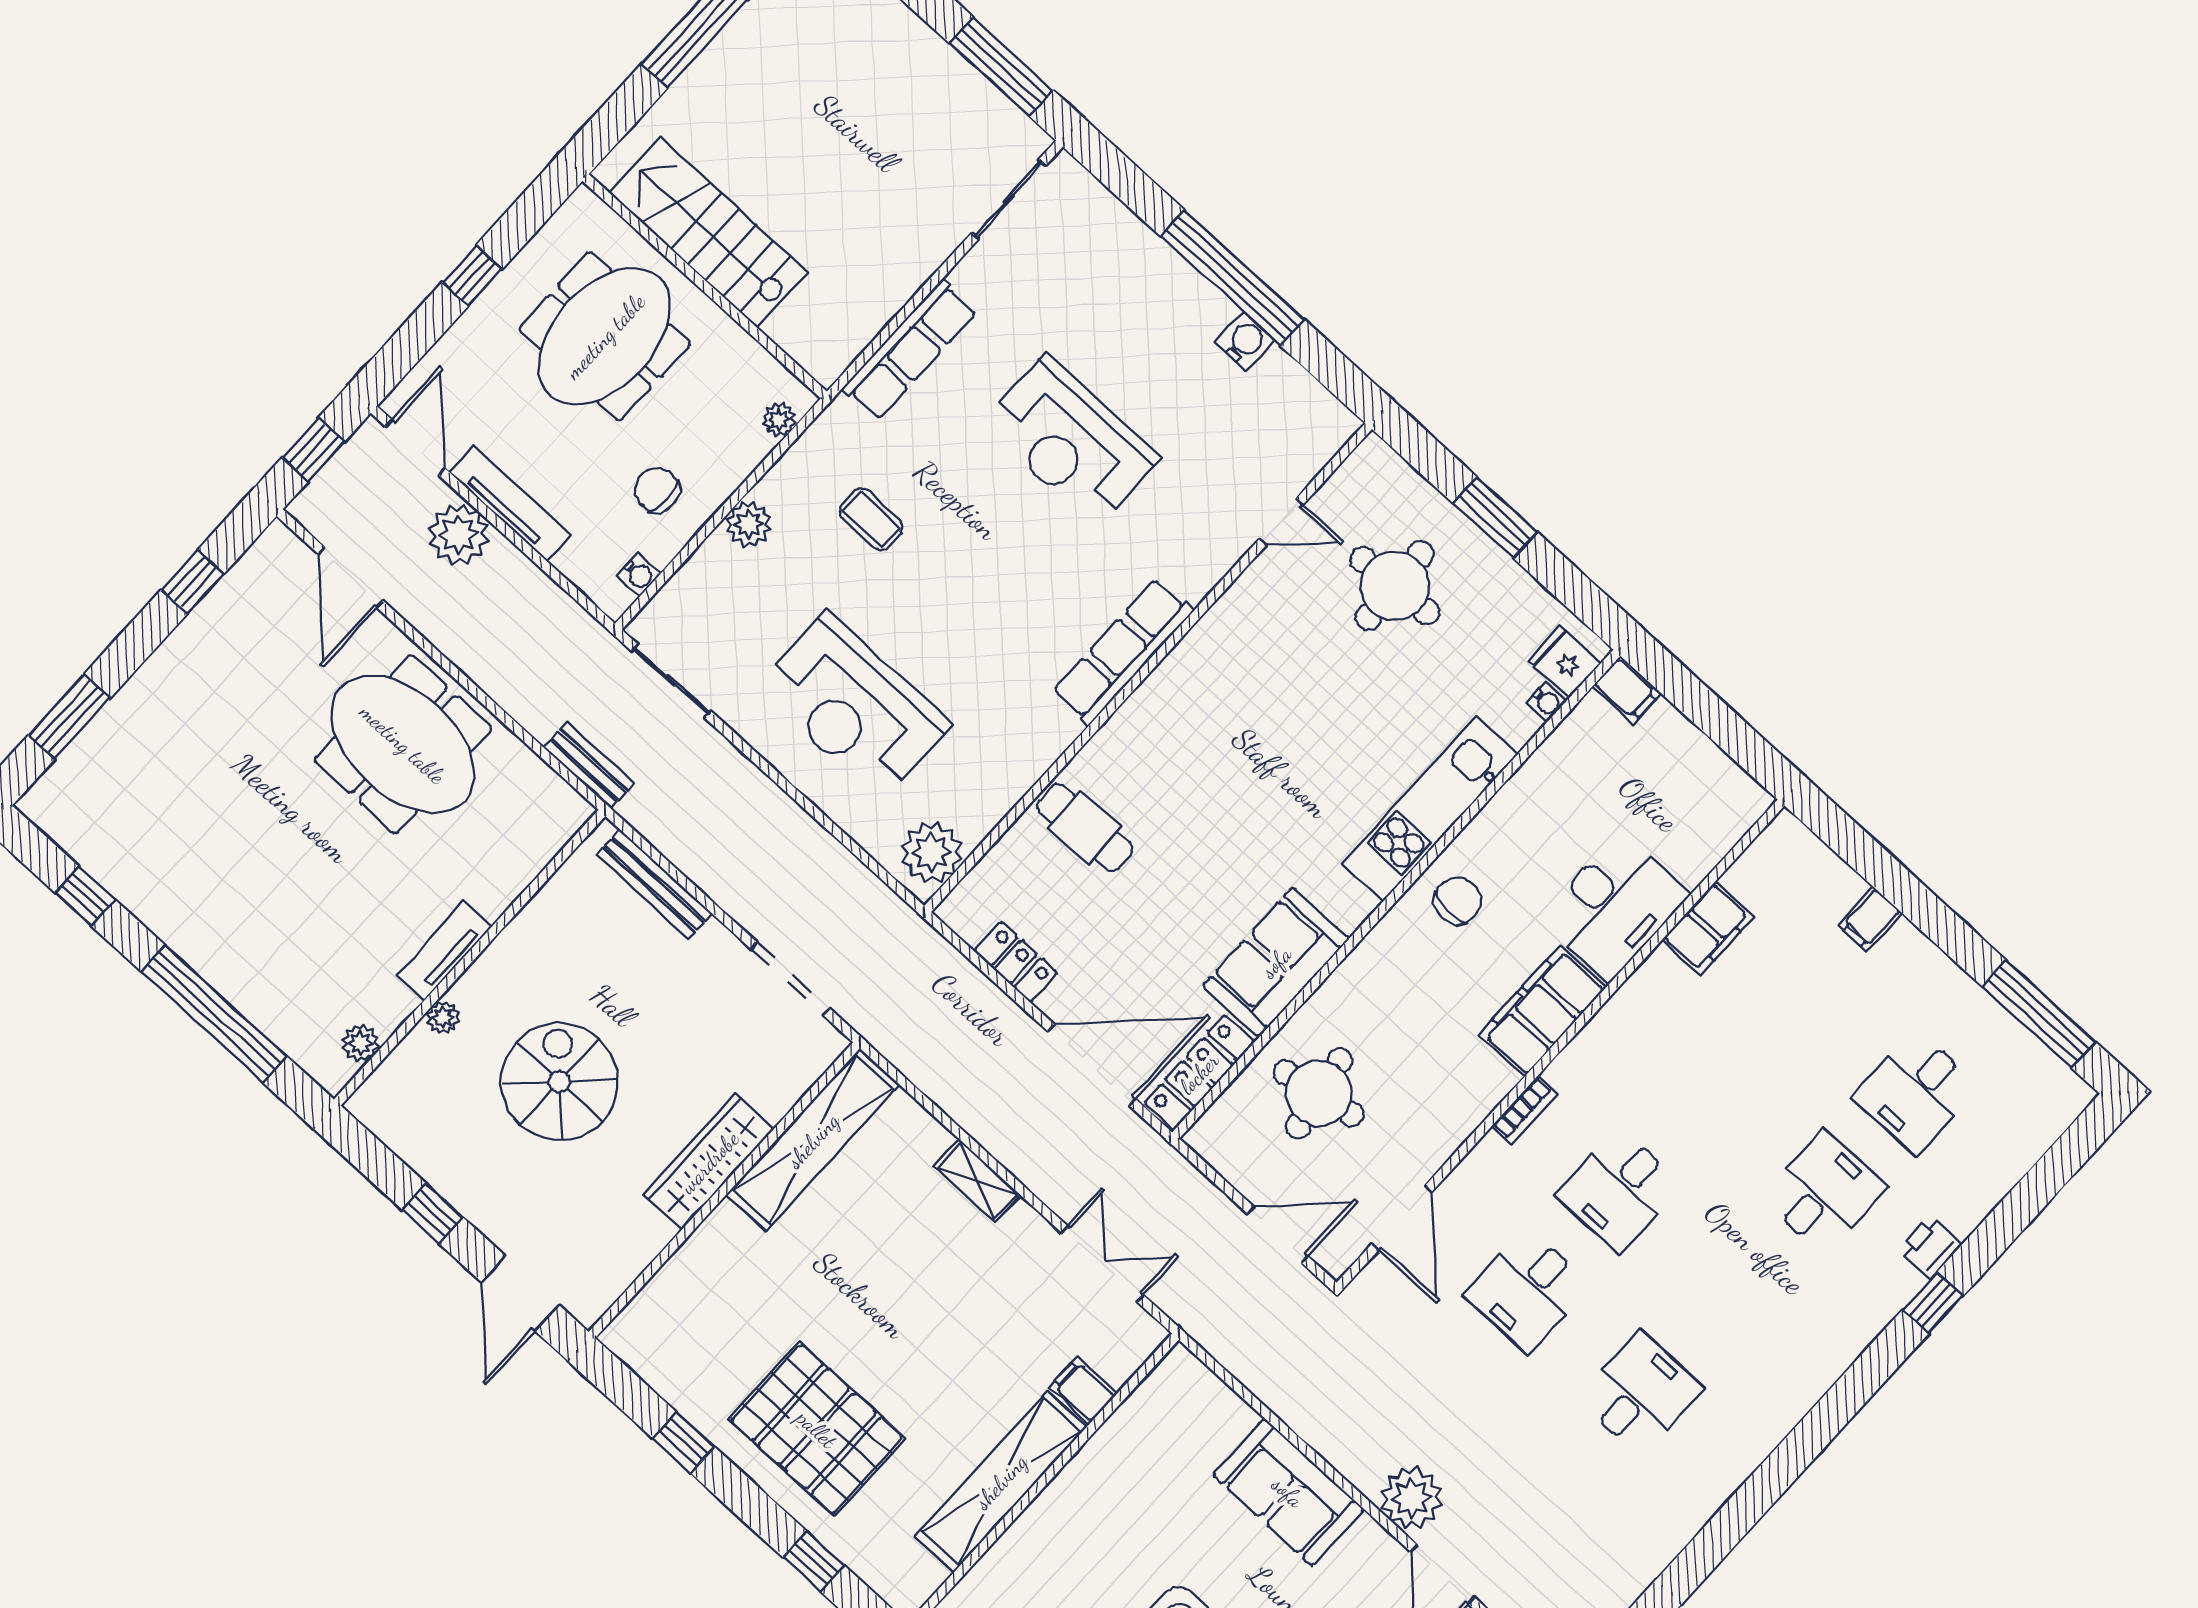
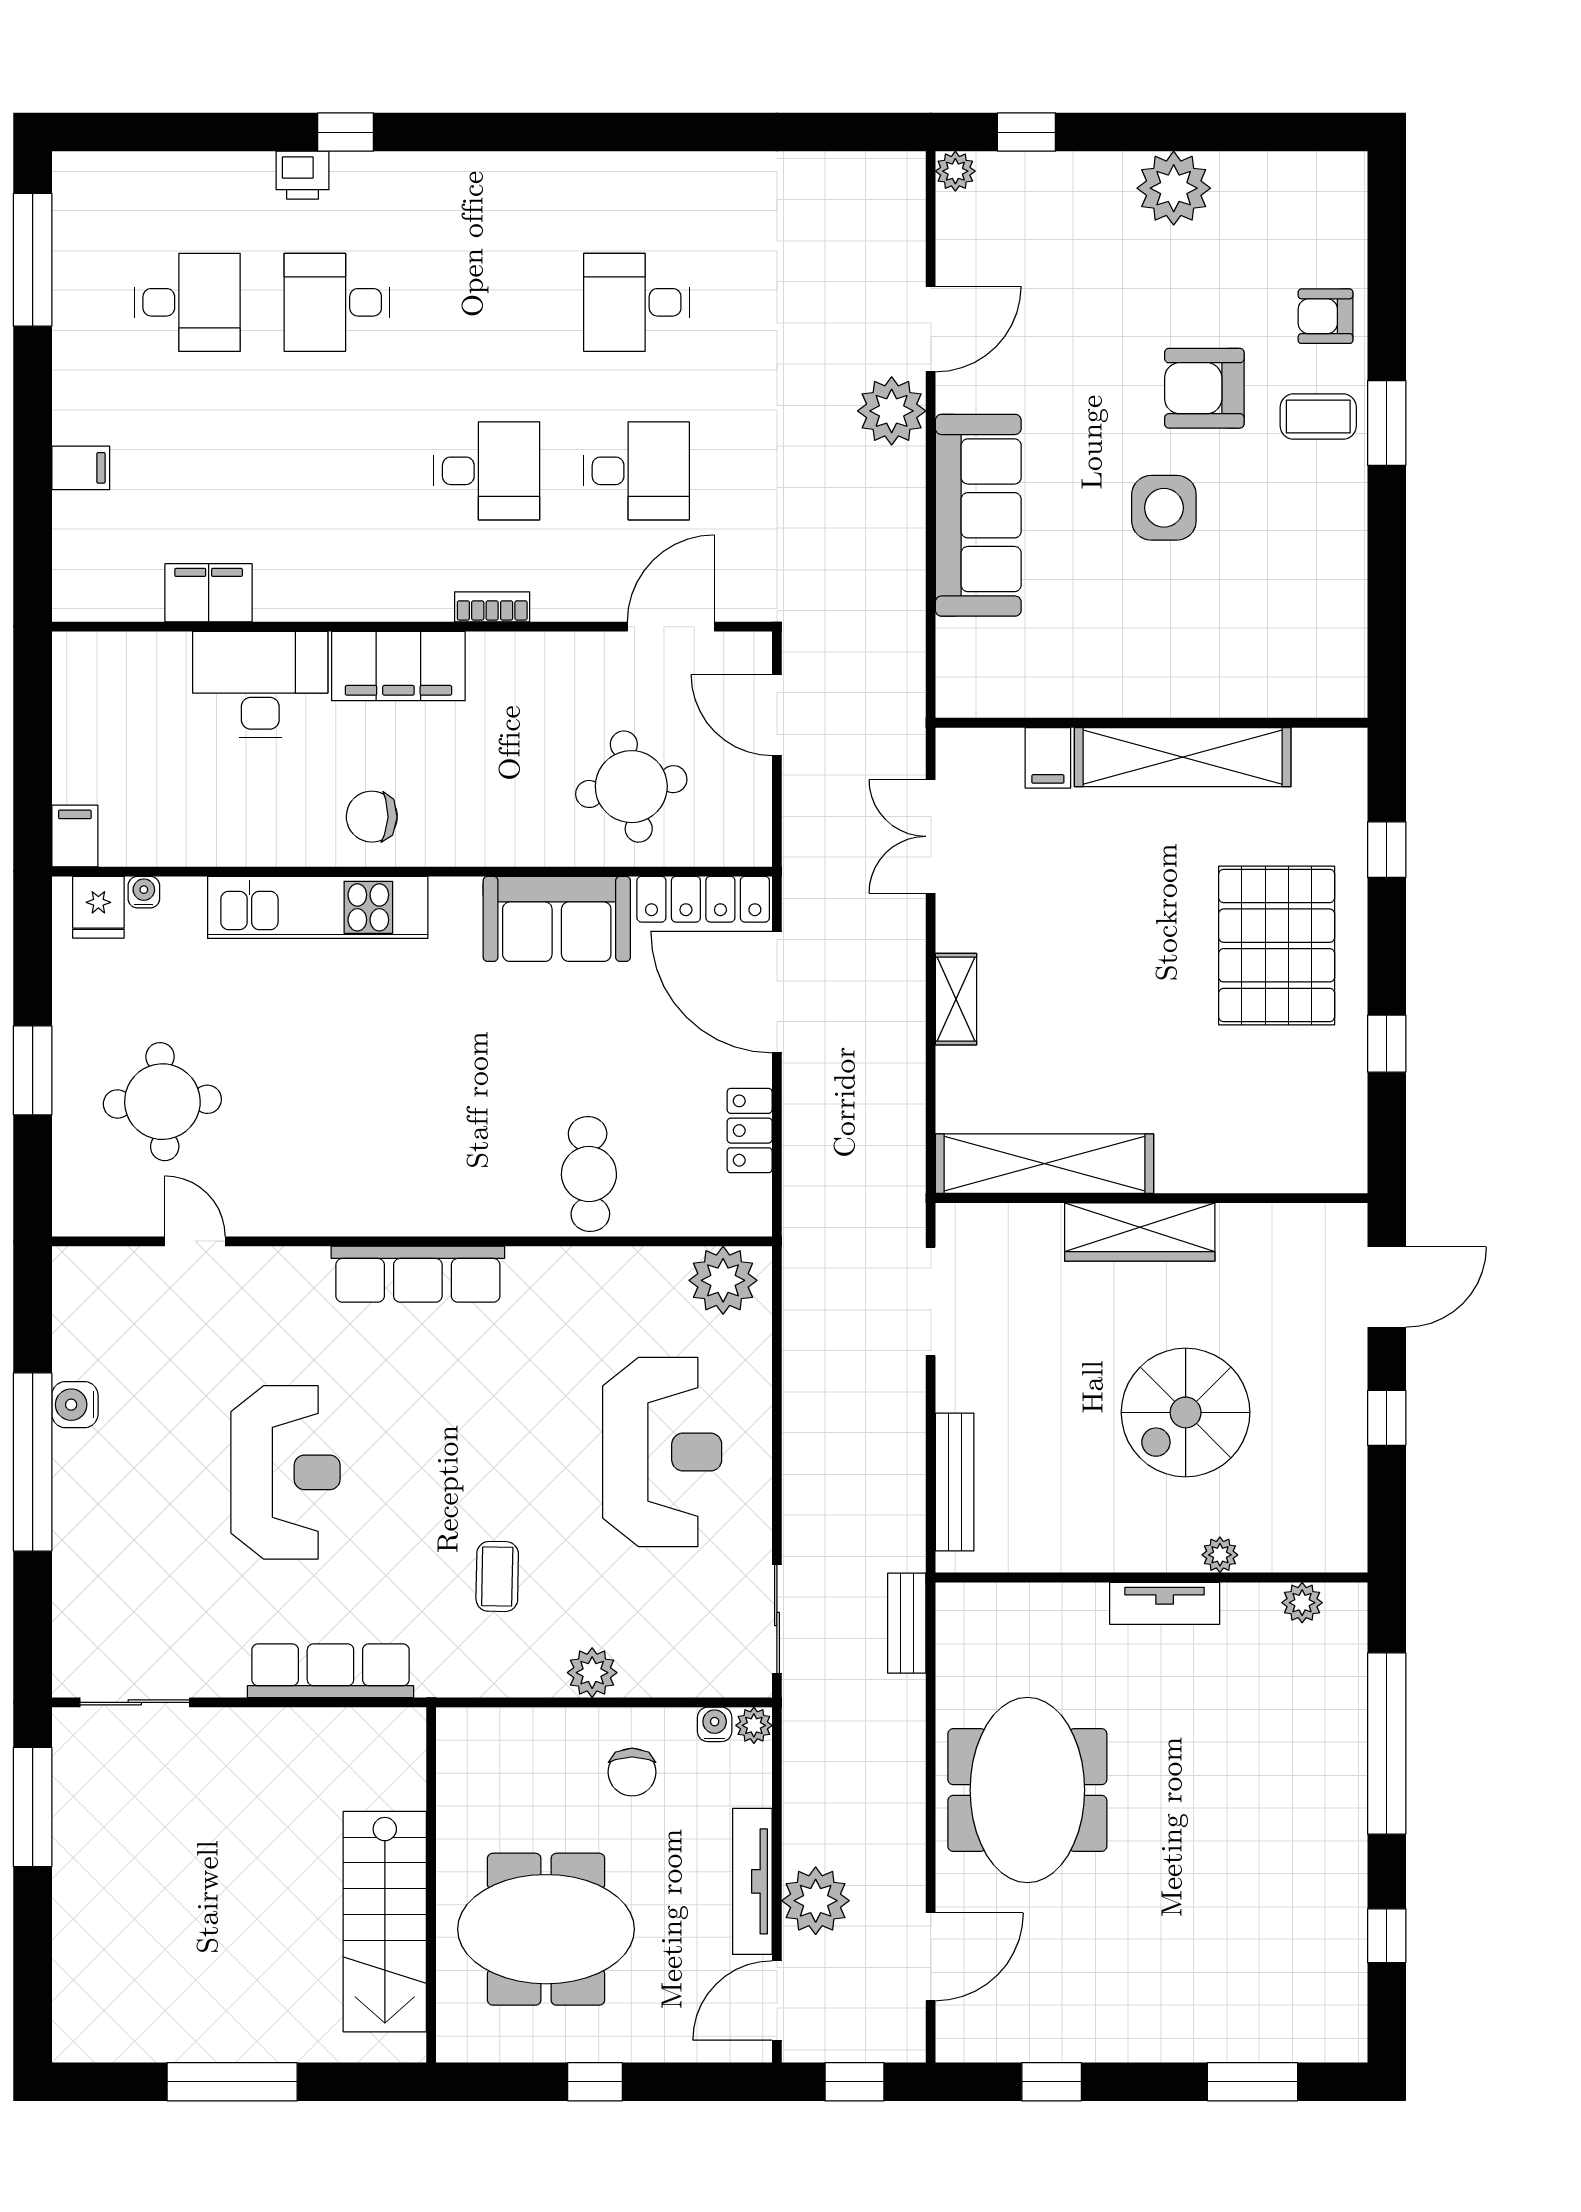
plant: (779, 420) -> (754, 1725), moved
sofa: (1288, 1492) -> (978, 515), width x1.36

